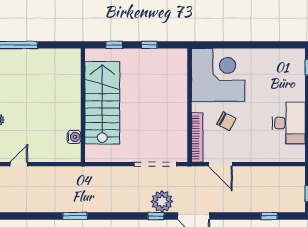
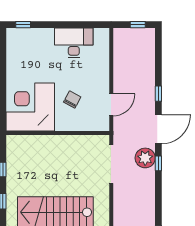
bookcase: (197, 137) -> (87, 126), removed
window: (269, 216) -> (158, 94), moved

